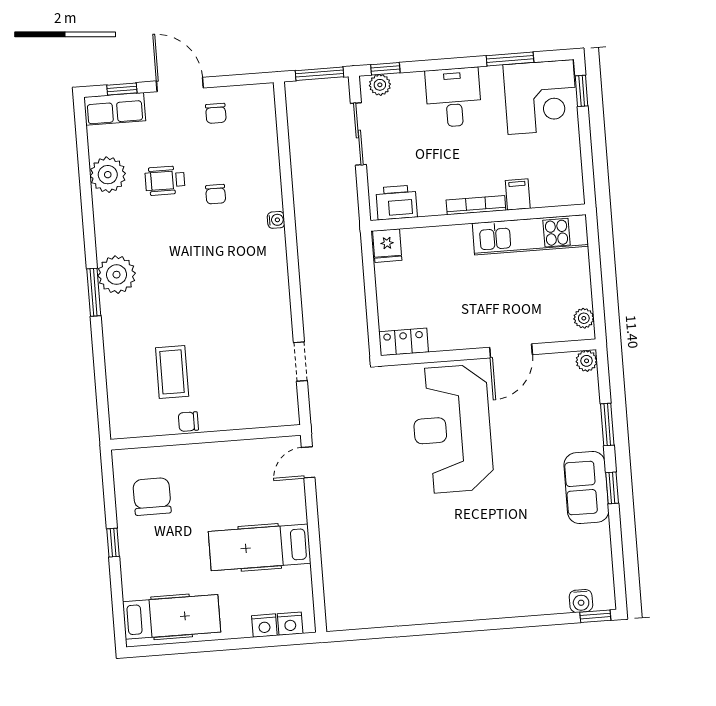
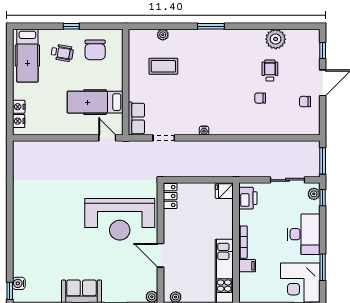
desk: (453, 97) -> (304, 234), width x1.37
row of seats: (115, 109) -> (136, 118), moved, turned 180
water cooler: (276, 220) -> (204, 130), moved
plant: (117, 275) -> (163, 35), moved, width x0.53, depth x0.53
chair: (188, 422) -> (135, 73), removed
reception desk: (452, 429) -> (120, 219), turned 180
chair: (152, 496) -> (95, 50), turned 90
hospital bed: (260, 547) -> (95, 102), moved, turned -90
wheelchair: (162, 555) -> (62, 53), added

